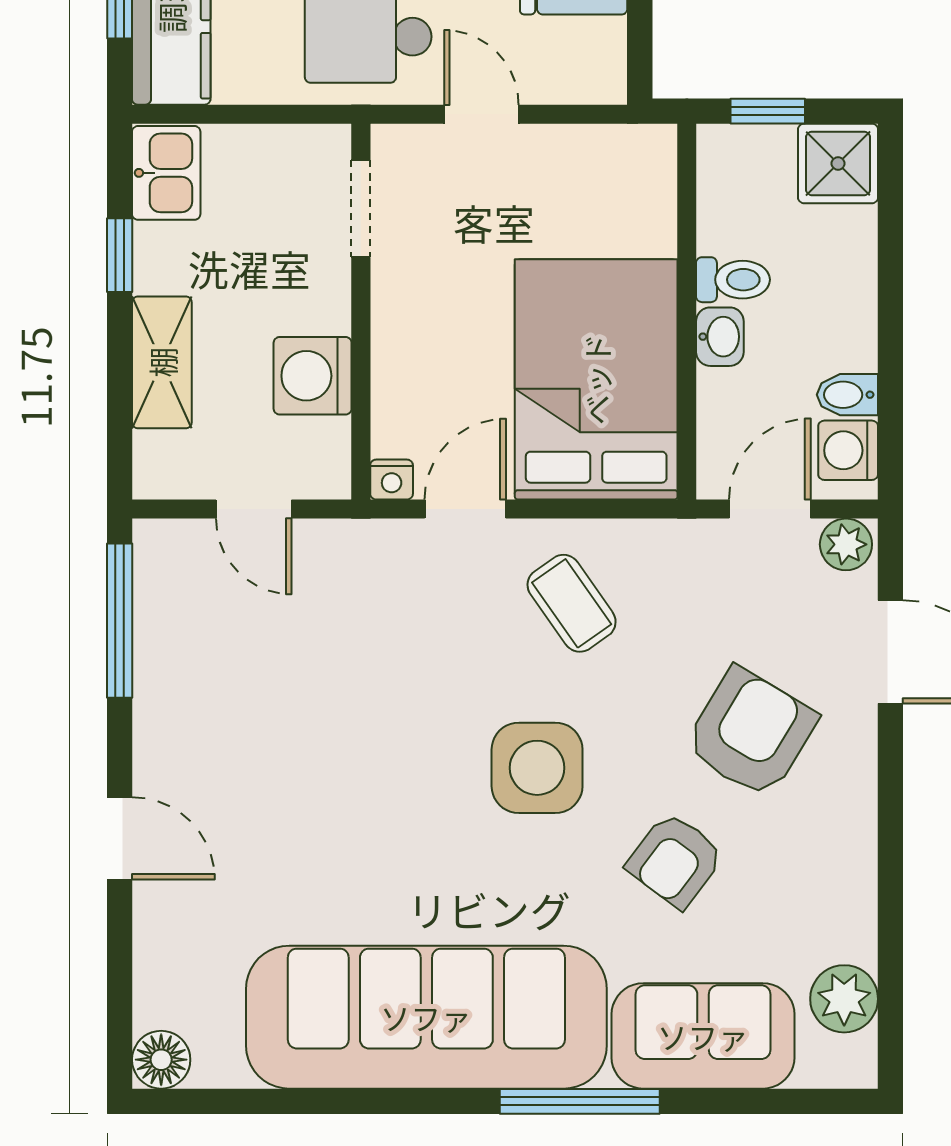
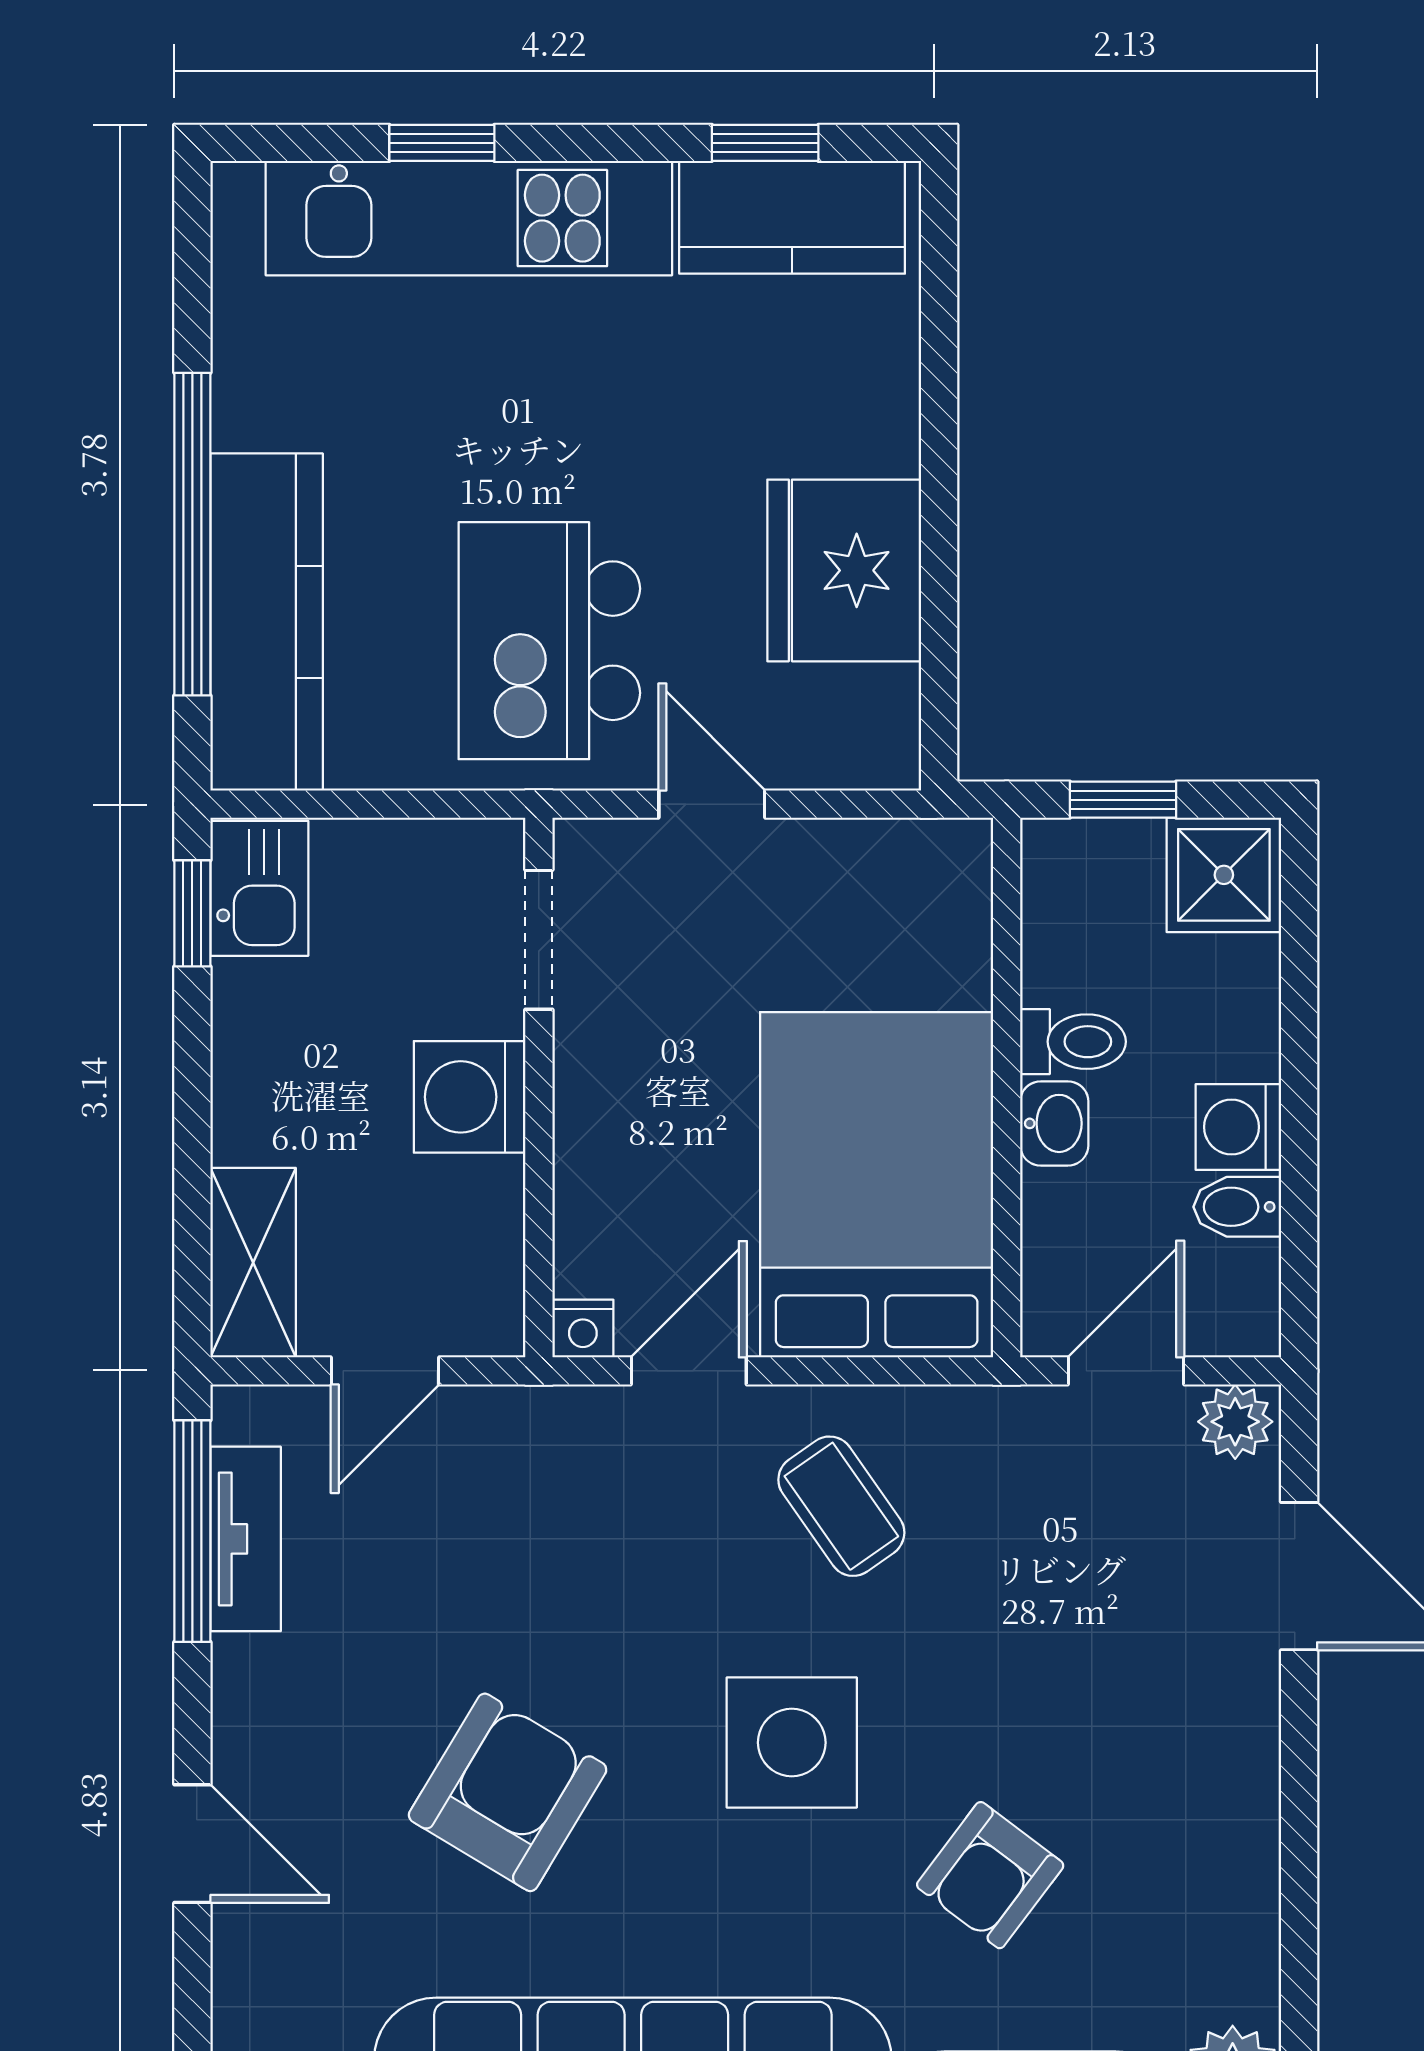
window: (120, 255) -> (192, 913), moved
shelving: (162, 362) -> (253, 1263), moved
washing machine: (313, 376) -> (470, 1097), moved
washing machine: (848, 450) -> (1238, 1127), moved
door: (254, 509) -> (385, 1371), hinge flipped
tv unit: (157, 626) -> (246, 1539), added
armchair: (751, 733) -> (508, 1792), moved

